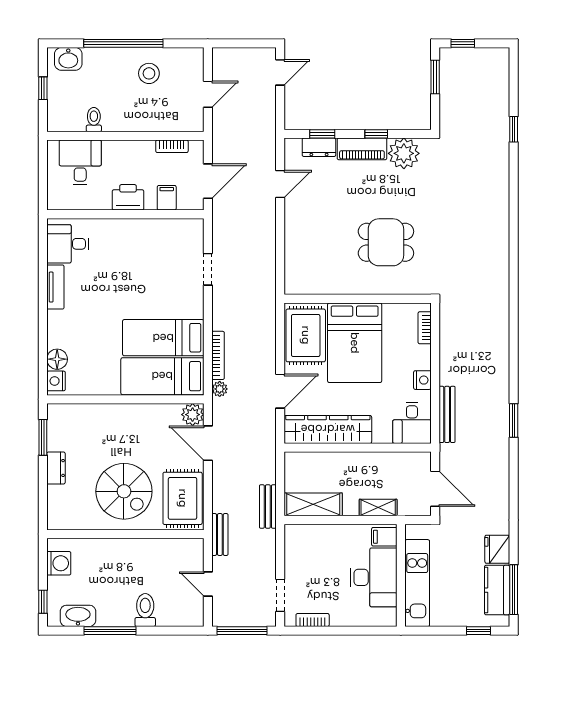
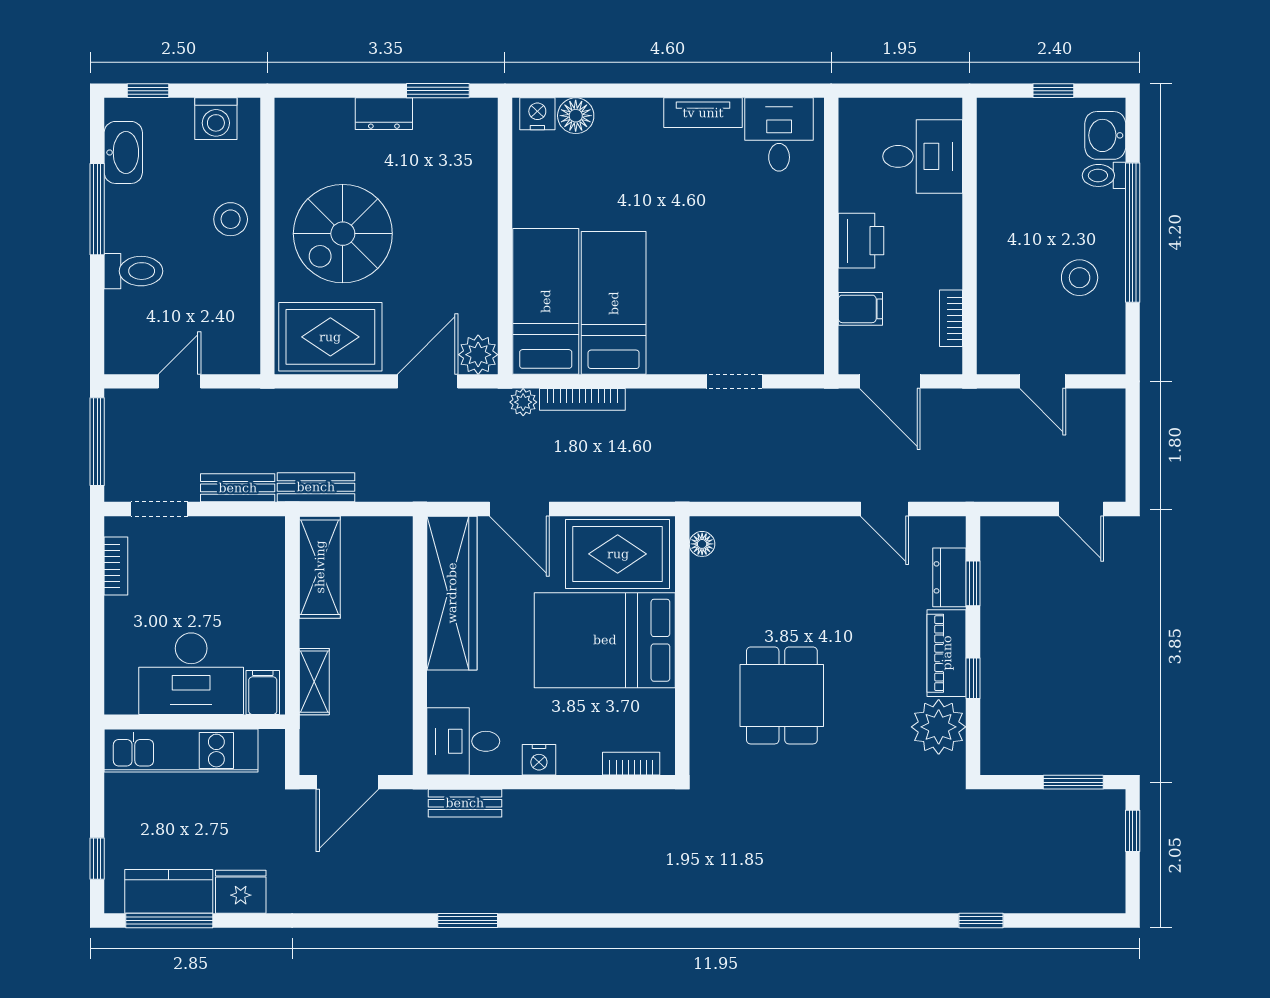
toilet: (94, 120) -> (1104, 175), moved, turned 180
floor lamp: (300, 288) -> (702, 544), added
bench: (447, 414) -> (465, 803), width x0.73
bench: (220, 535) -> (238, 488), moved
stool: (116, 555) -> (231, 219), added

